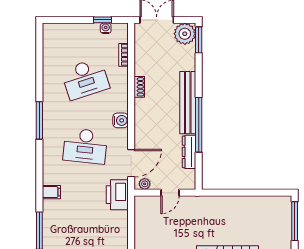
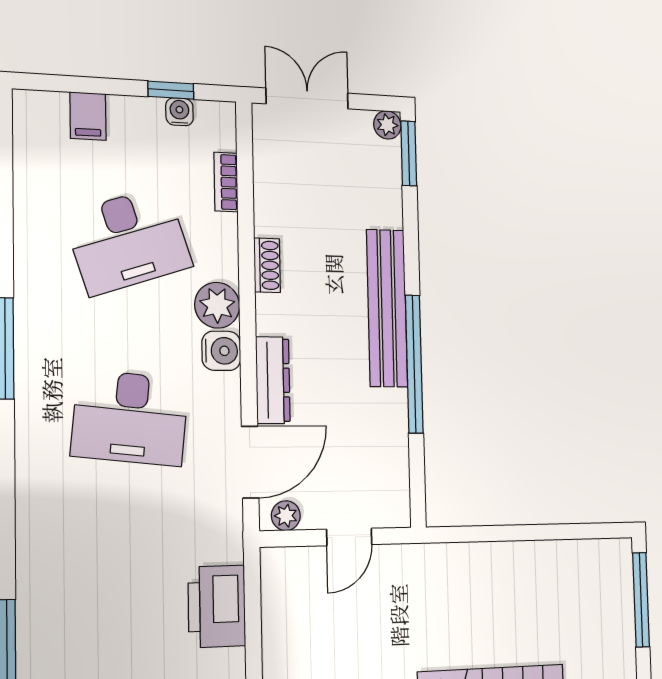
plant: (185, 34) -> (387, 125), width x0.53, depth x0.53
plant: (119, 103) -> (217, 305), added
dresser: (189, 152) -> (273, 380), moved, turned 180
filing cabinet: (51, 192) -> (88, 116), moved, turned 90
printer: (117, 195) -> (217, 606), moved

